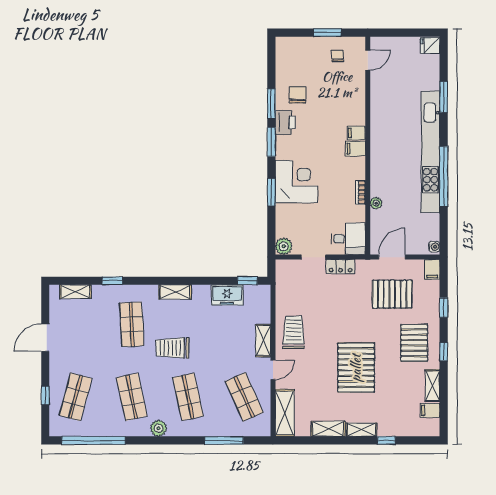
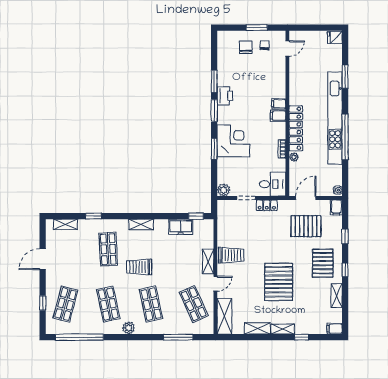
chair: (298, 95) -> (246, 47), moved
locker: (379, 165) -> (296, 128), added
trolley: (294, 332) -> (231, 255), turned 90
filing cabinet: (430, 410) -> (335, 329), moved

